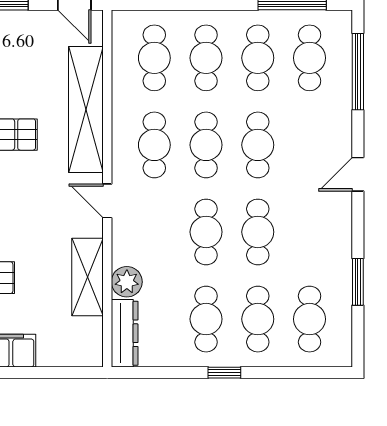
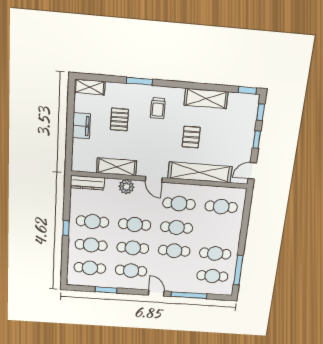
cafe table: (206, 58) -> (131, 271), moved
window: (358, 72) -> (189, 295), moved
door: (107, 201) -> (154, 179), swing flipped
plant: (127, 282) -> (126, 187), moved

